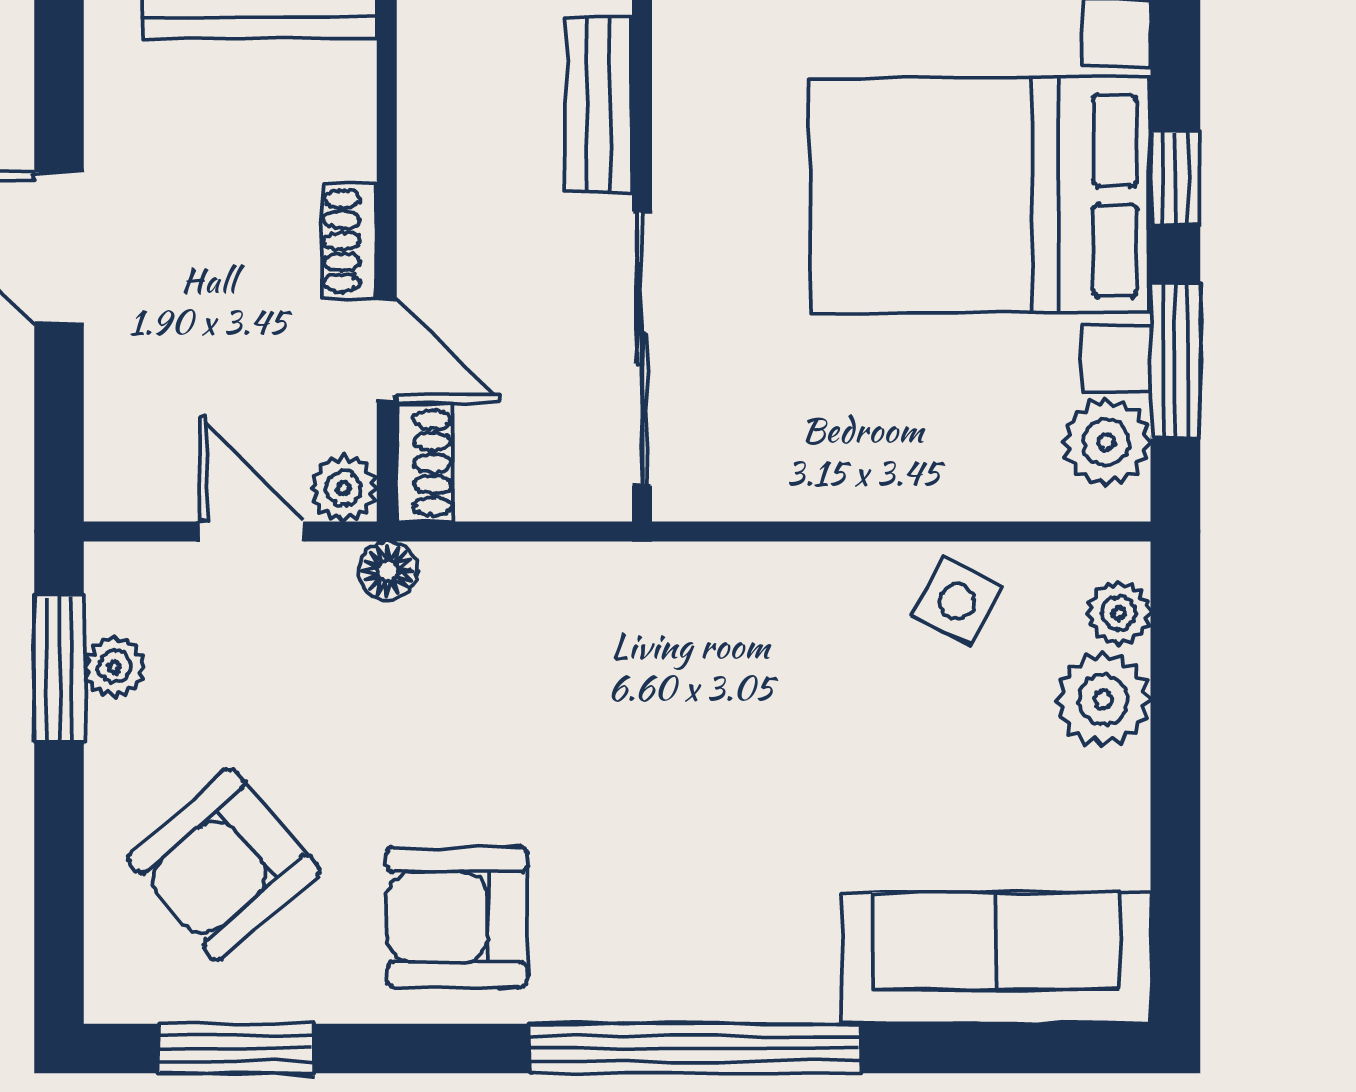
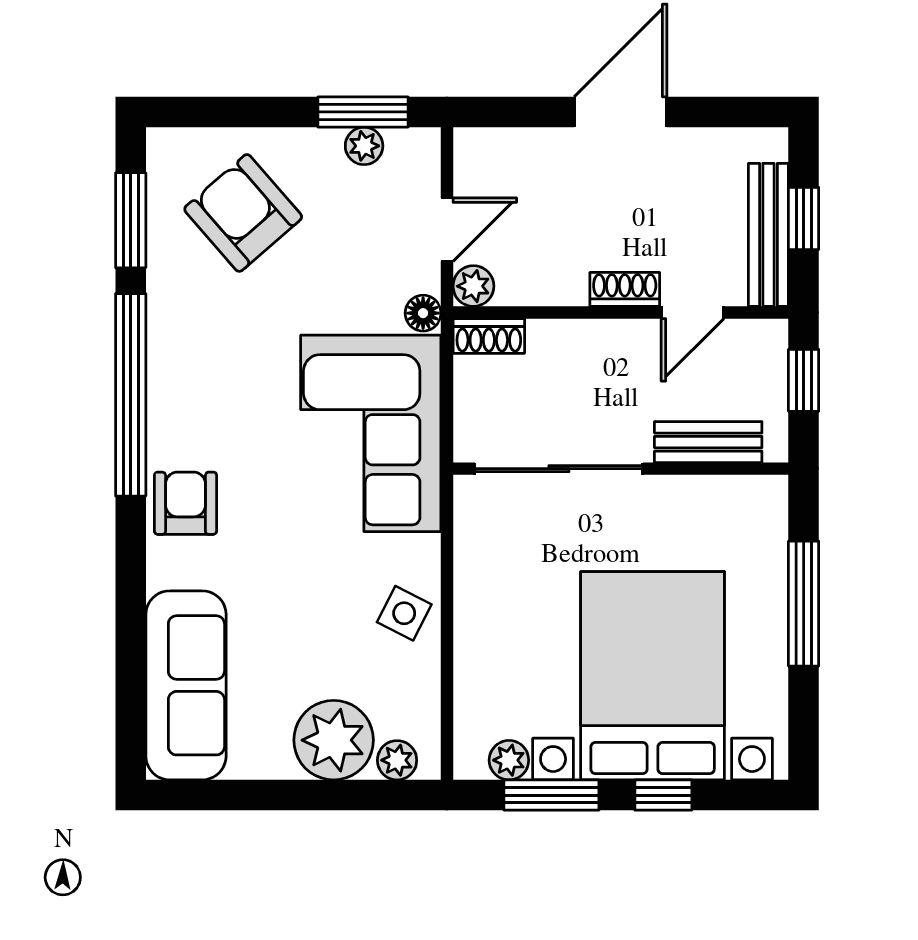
door: (387, 350) -> (693, 312), moved
plant: (1106, 442) -> (509, 760), width x0.73, depth x0.73
side table: (957, 602) -> (404, 613), moved
corner sofa: (584, 656) -> (371, 433), added
plant: (1103, 699) -> (334, 740), width x1.36, depth x1.36
armchair: (457, 917) -> (185, 503), moved, width x0.72, depth x0.72
window: (695, 1048) -> (131, 395), moved

